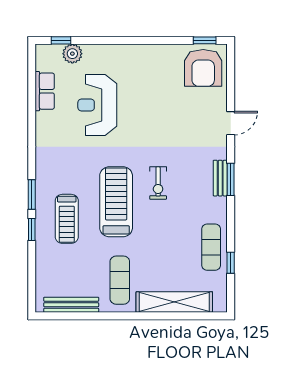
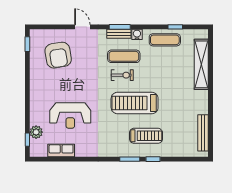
armchair: (203, 68) -> (58, 55), moved, turned 81
water cooler: (219, 205) -> (137, 34), added
exercise mat: (120, 280) -> (124, 56), moved

